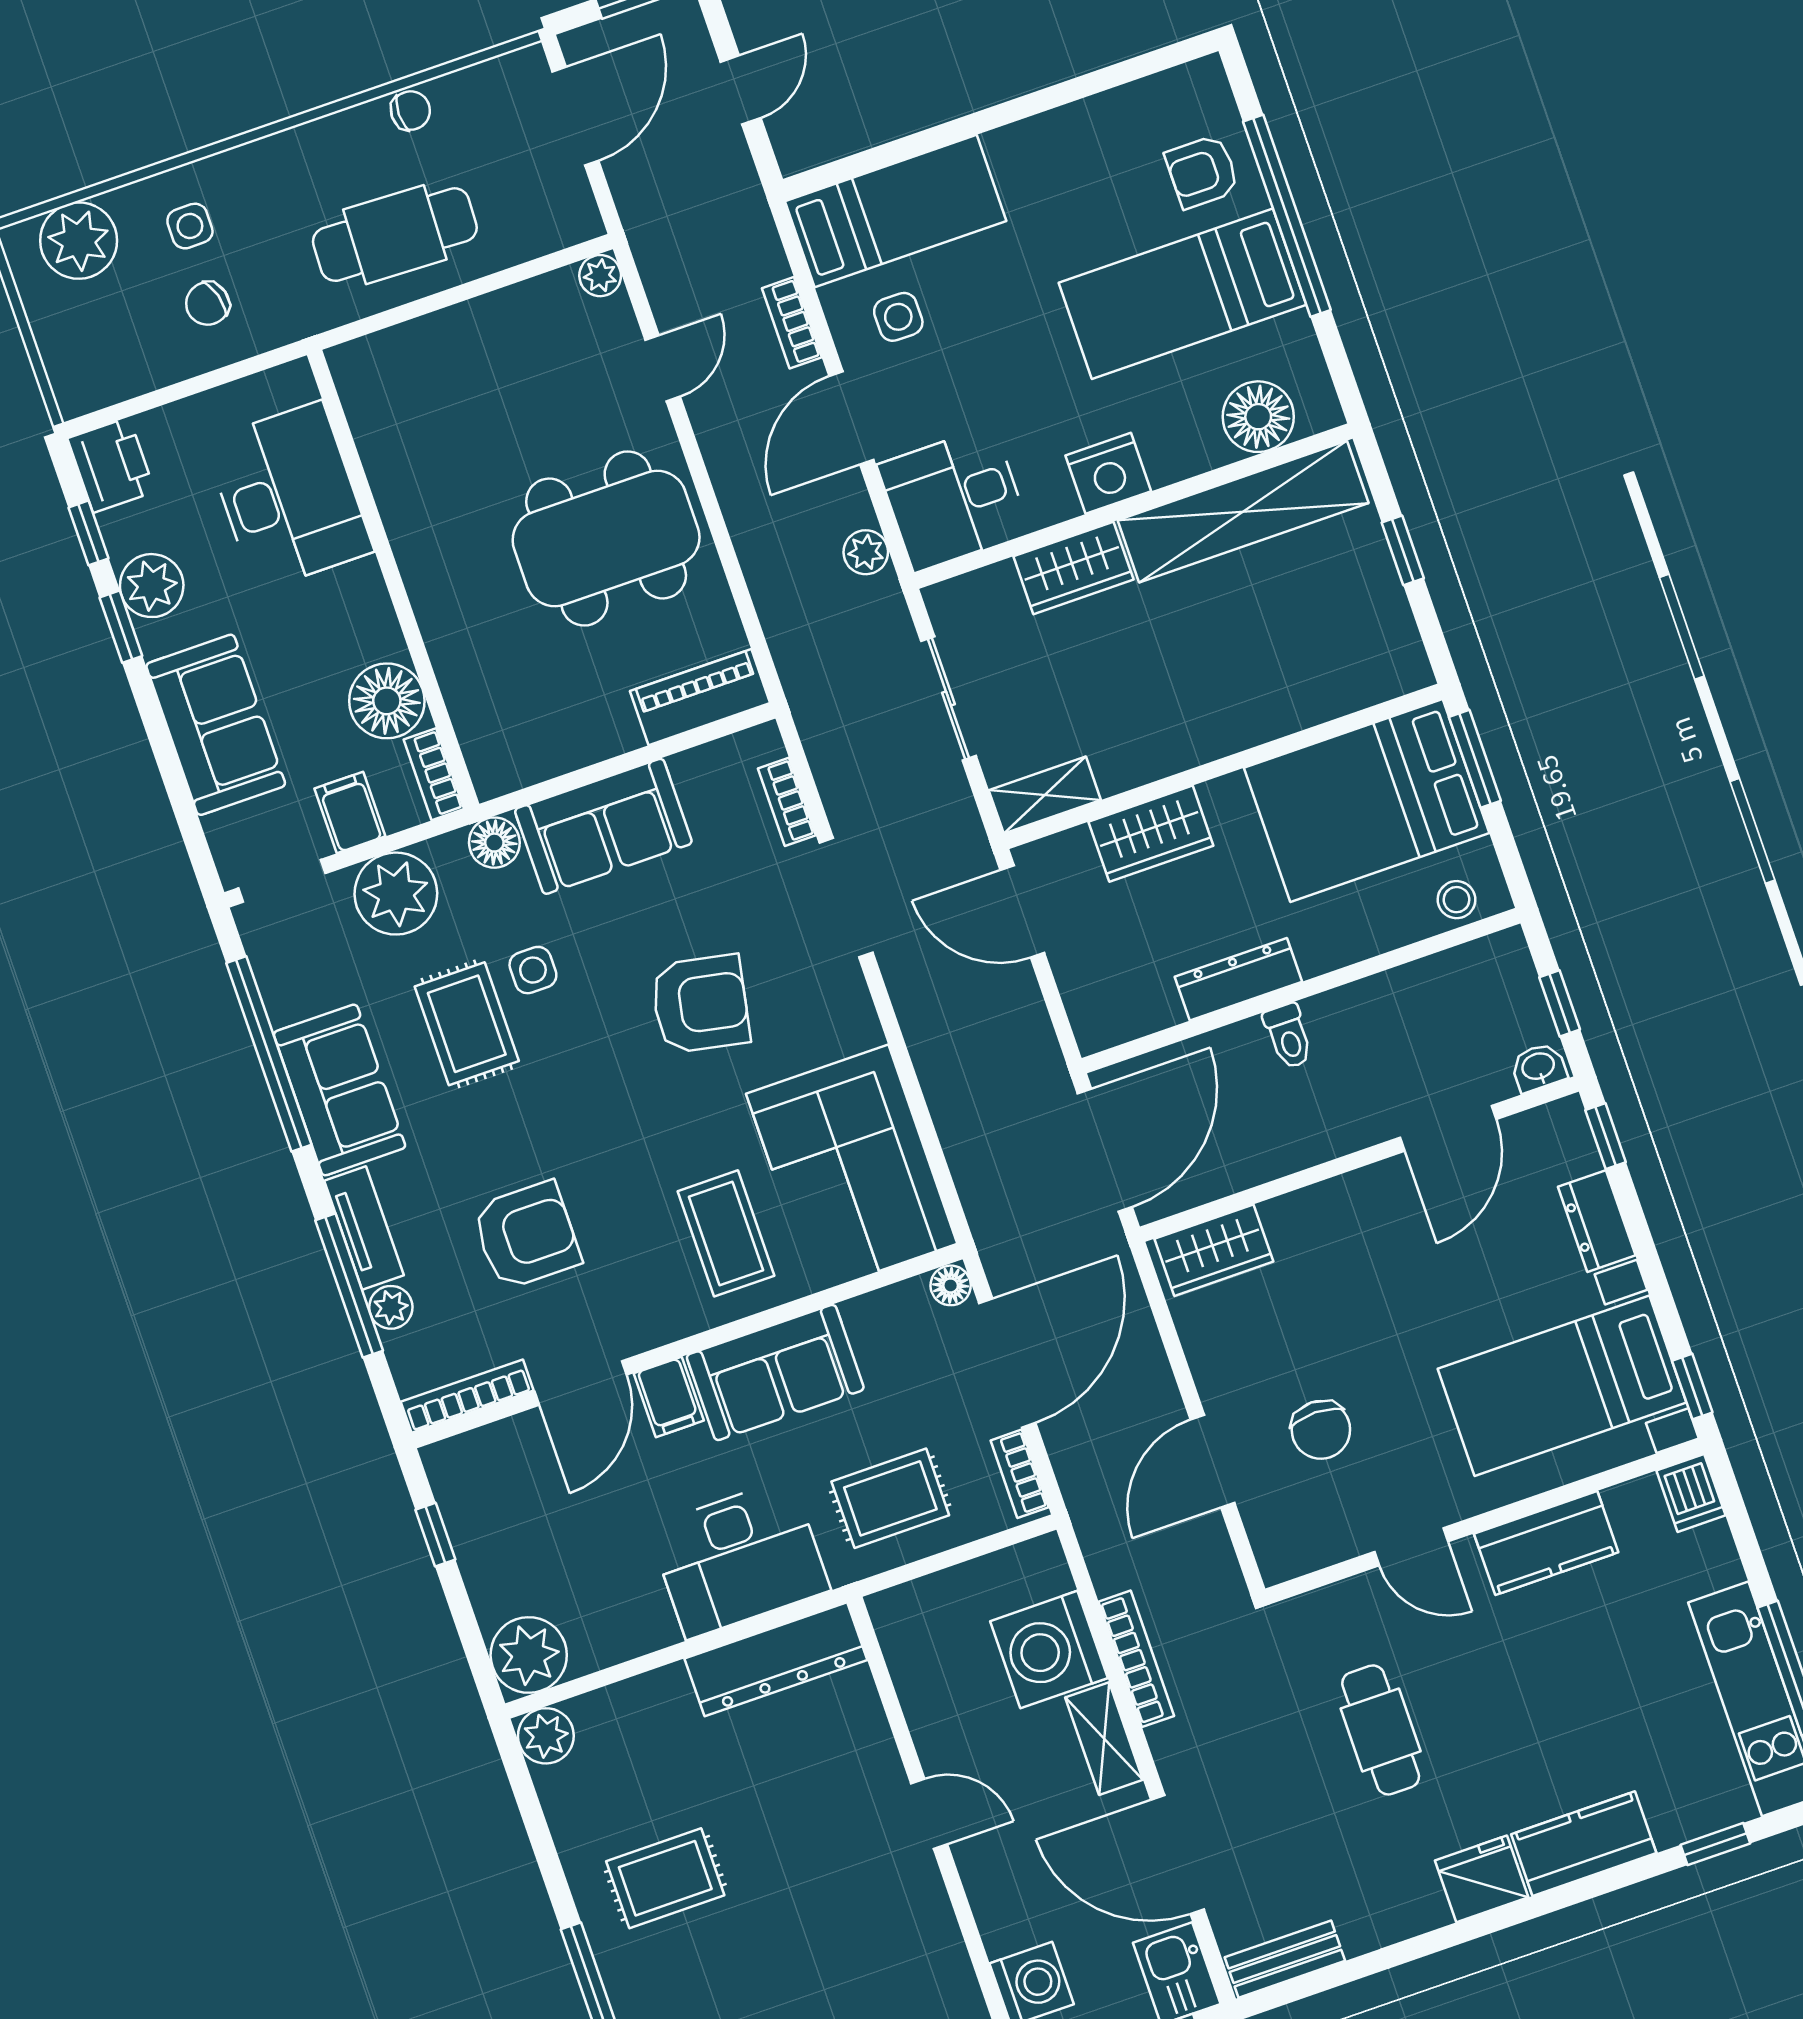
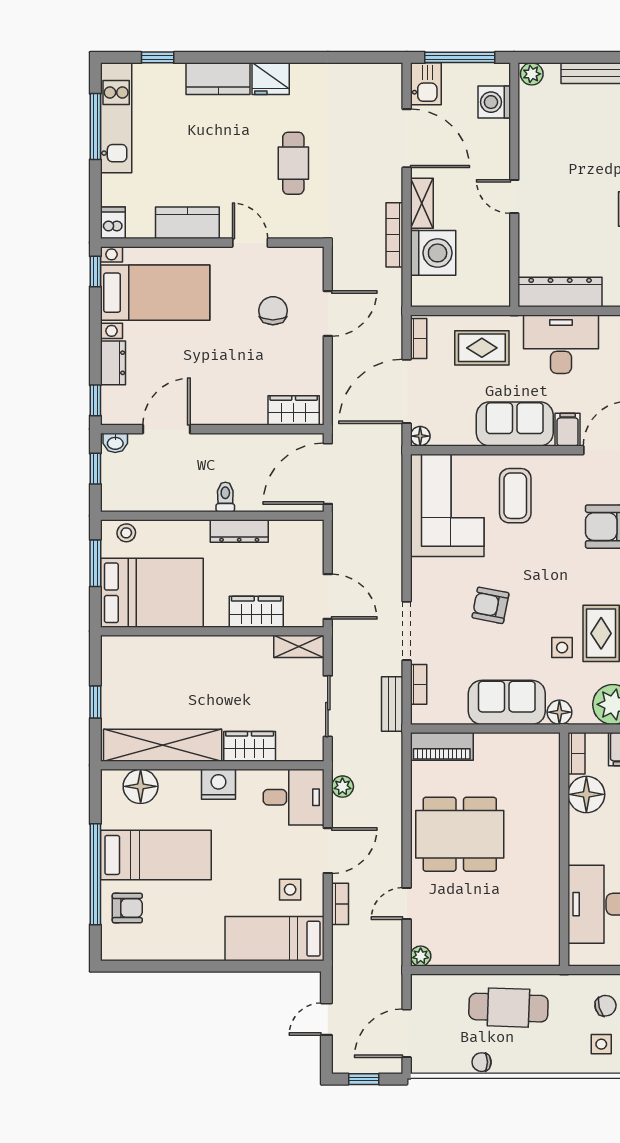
window: (1475, 759) -> (95, 563), moved
armchair: (700, 1004) -> (490, 605), width x0.72, depth x0.72
bench: (1285, 1959) -> (392, 704), moved, turned 90

